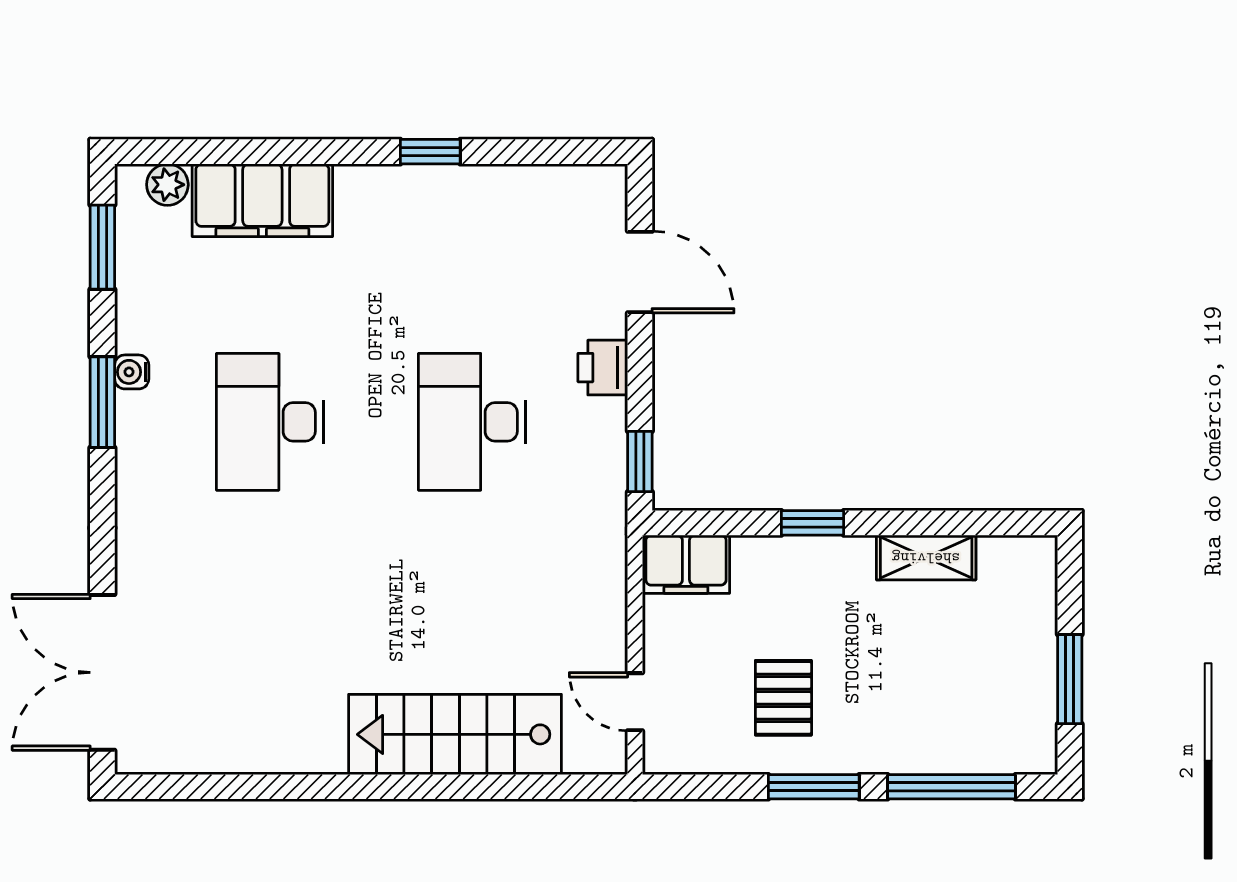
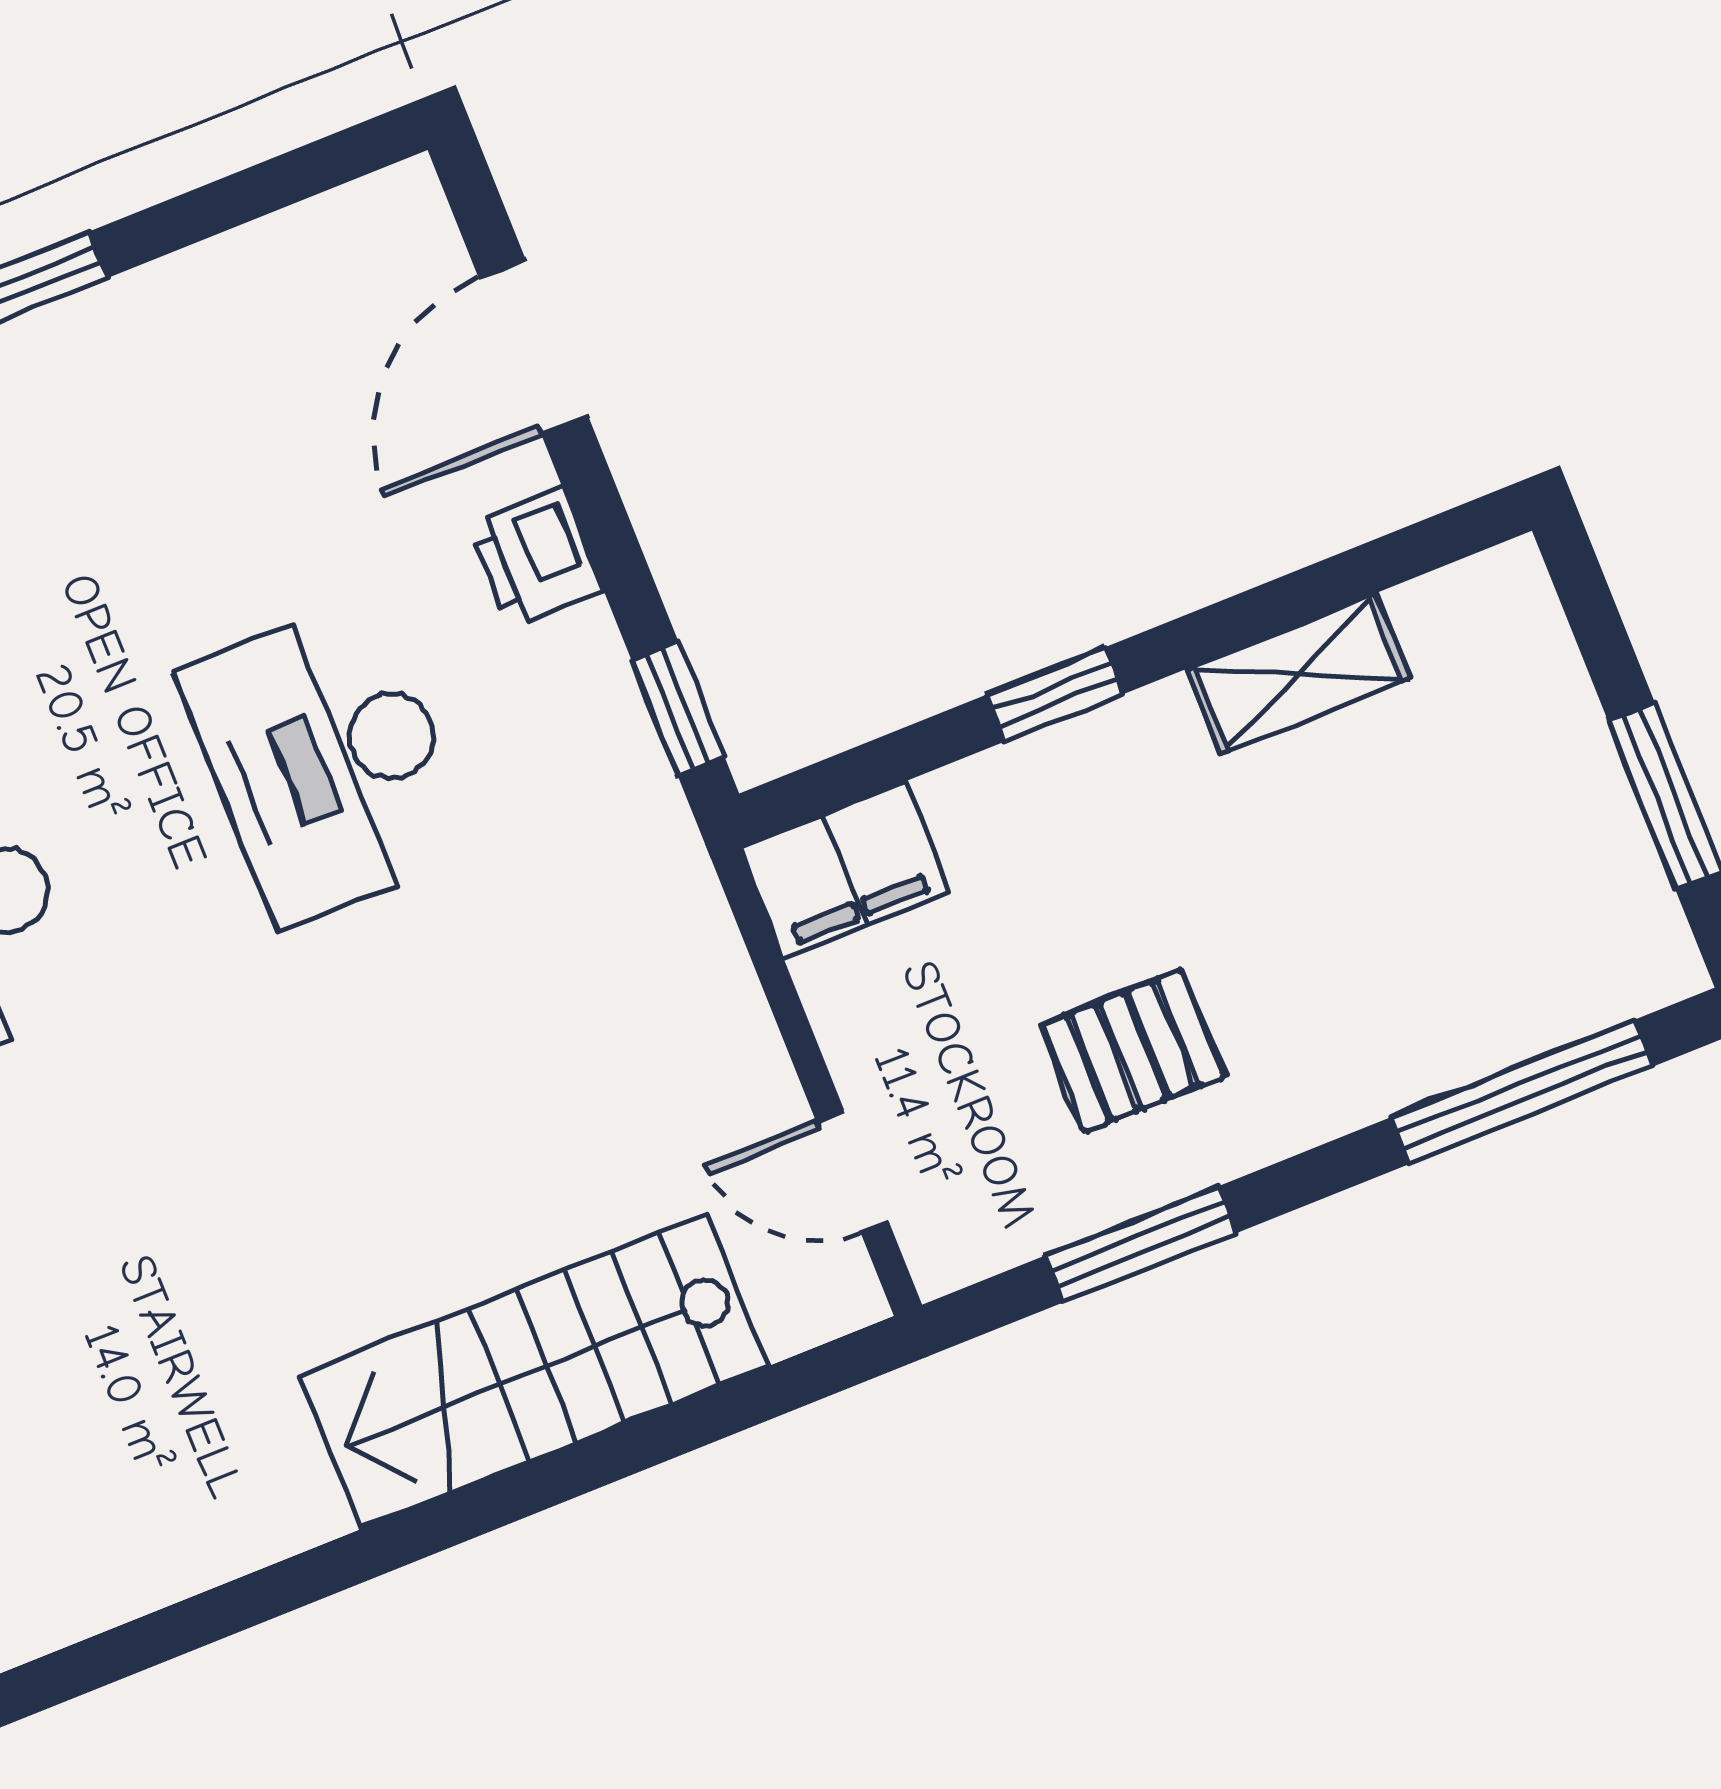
door: (640, 272) -> (534, 347), swing flipped
pallet: (783, 698) -> (1133, 1051), turned 90
window: (814, 787) -> (1141, 1244), moved

